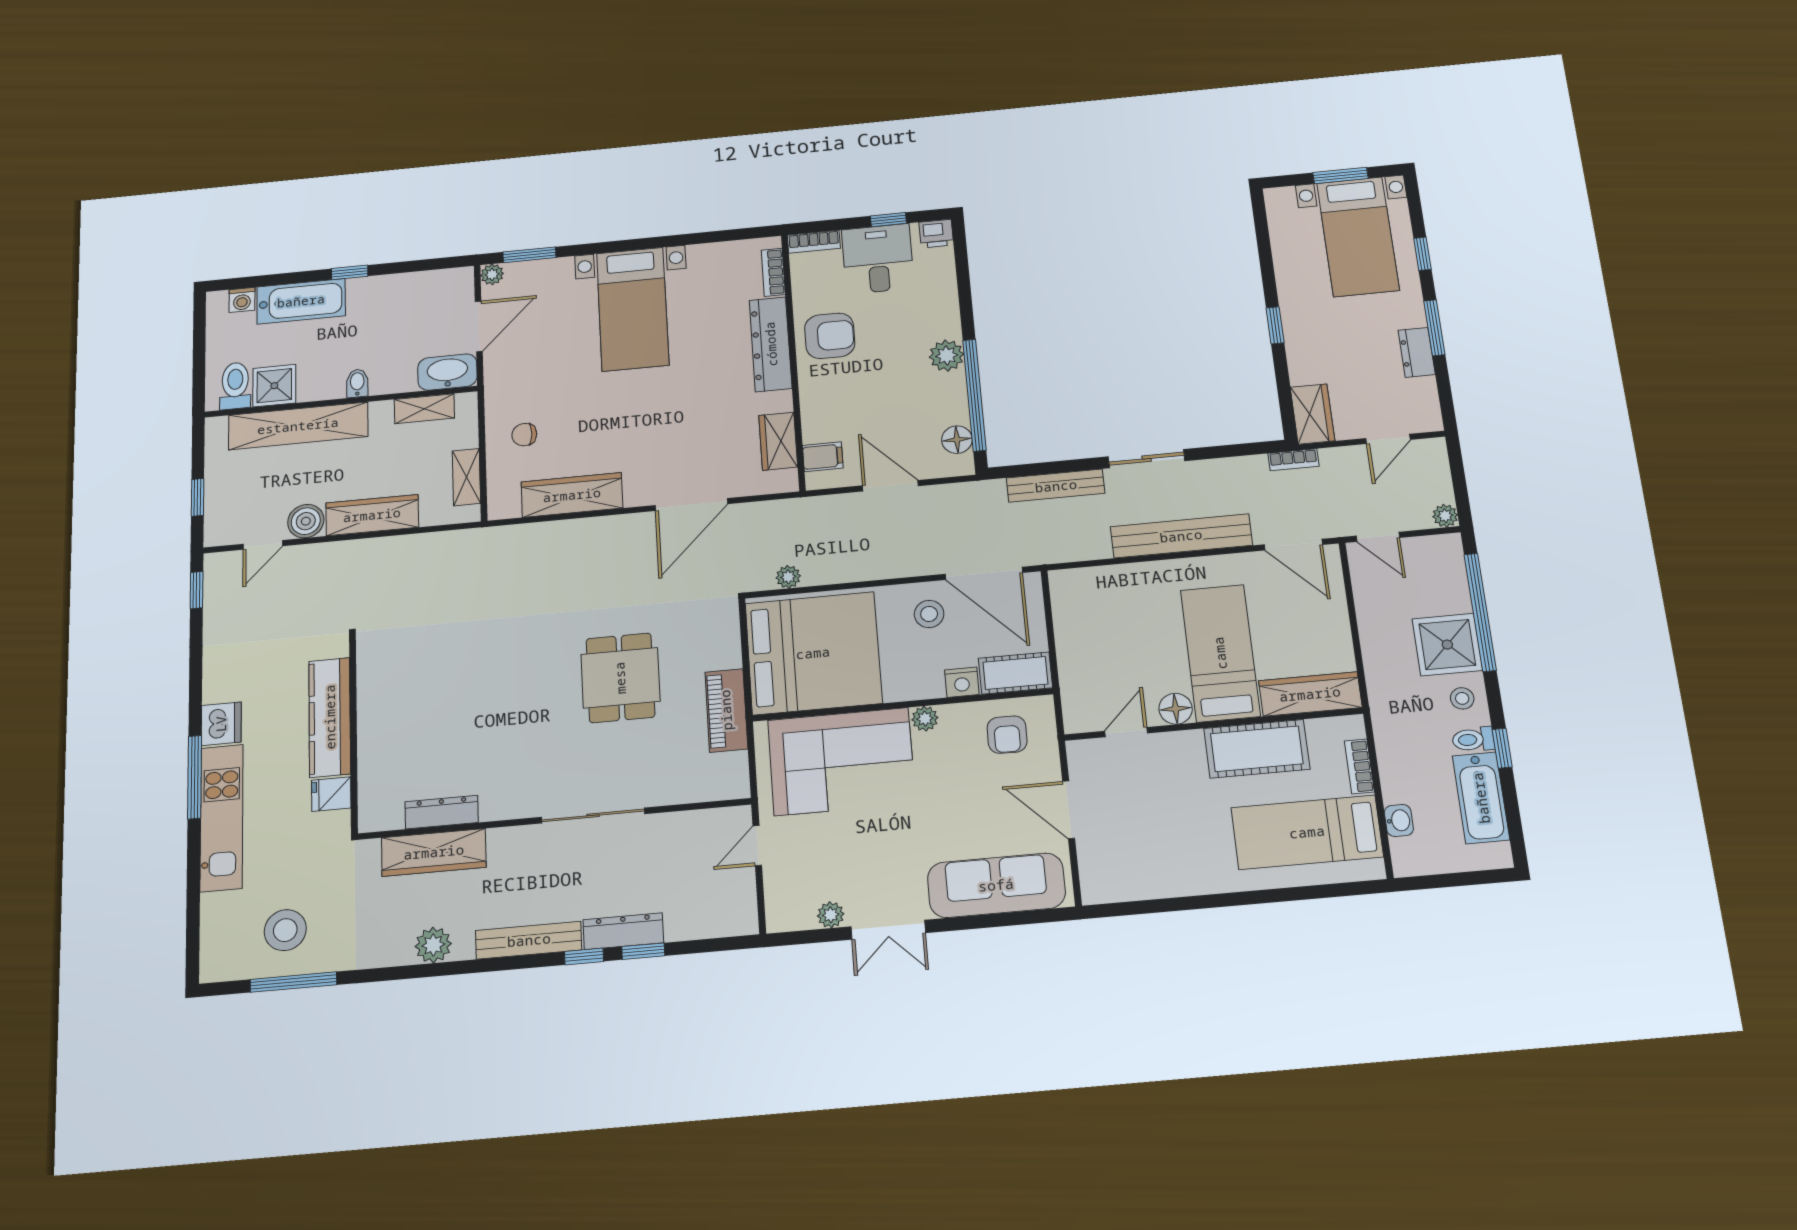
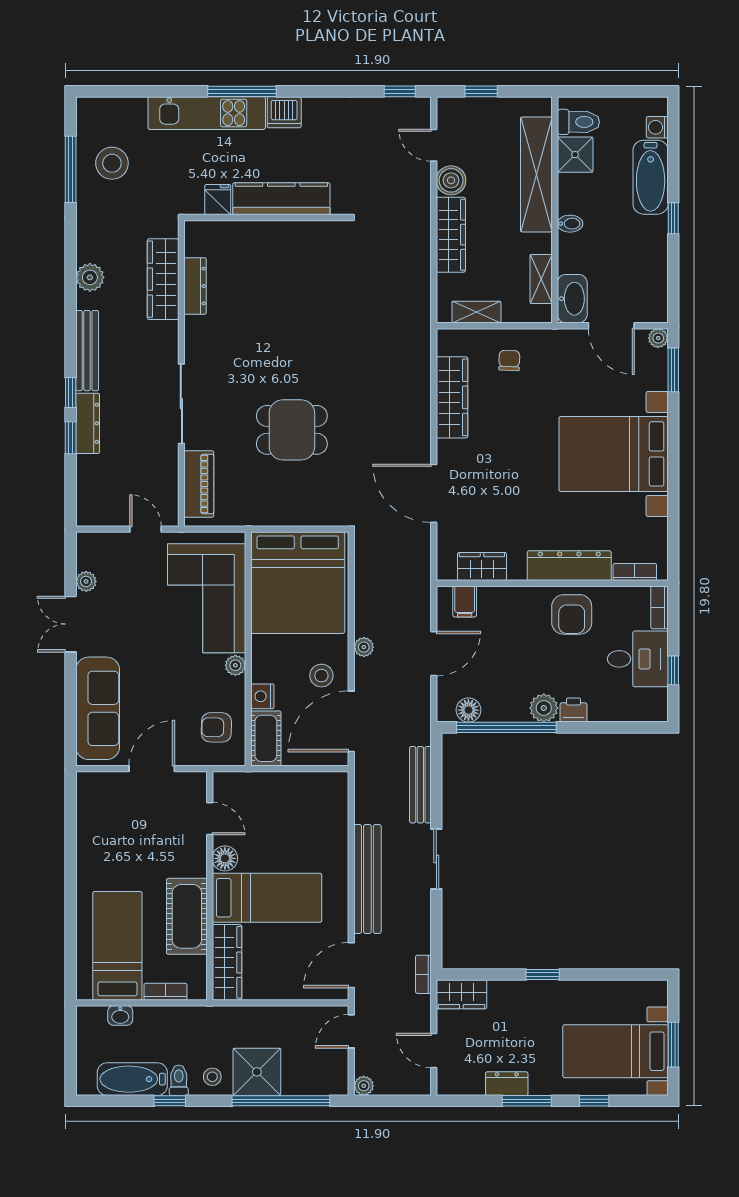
printer: (936, 234) -> (574, 710), moved, turned 90
bed with nightstands: (633, 309) -> (614, 454), width x1.36
plant: (788, 577) -> (364, 647), moved
piano: (726, 710) -> (199, 484), moved, turned 90

